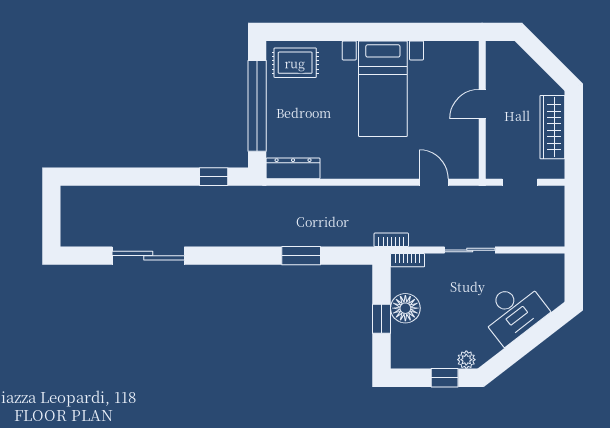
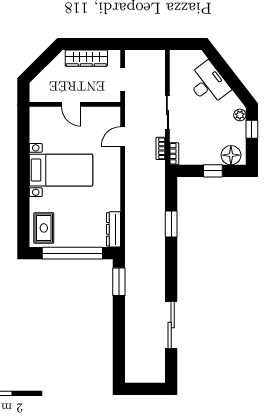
window: (214, 177) -> (119, 282), width x1.50
bookcase: (391, 240) -> (161, 148), moved
floor lamp: (405, 308) -> (231, 155), moved

